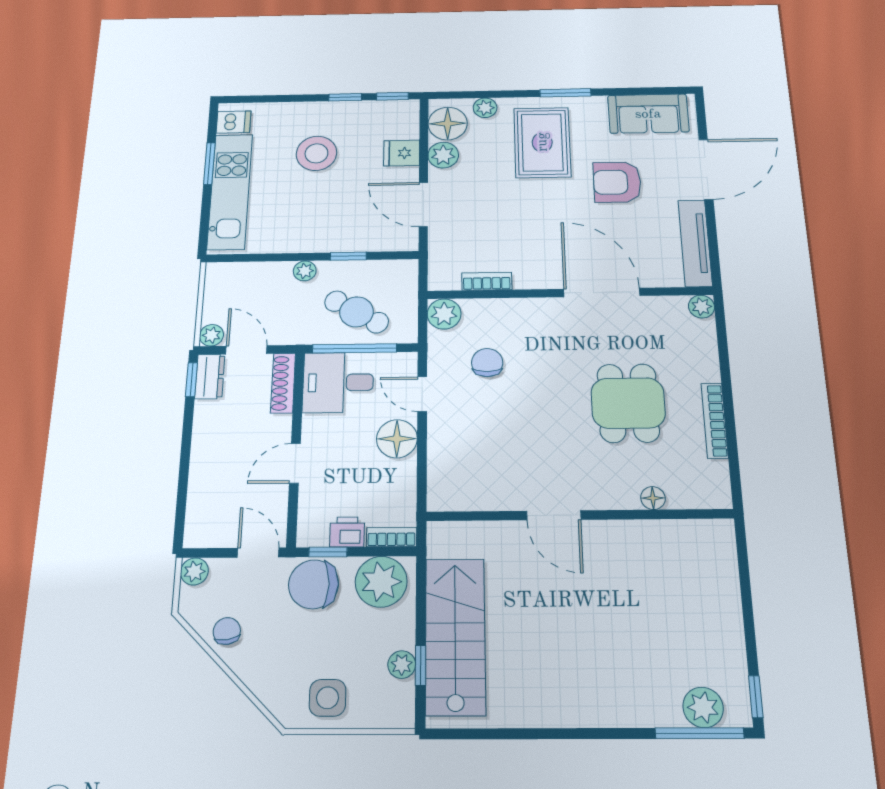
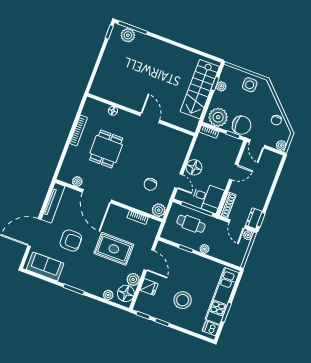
rug: (542, 142) -> (114, 249), moved, turned 90
plant: (701, 307) -> (77, 181), moved
cafe table: (356, 312) -> (191, 224), turned -30
printer: (347, 532) -> (224, 139), removed

